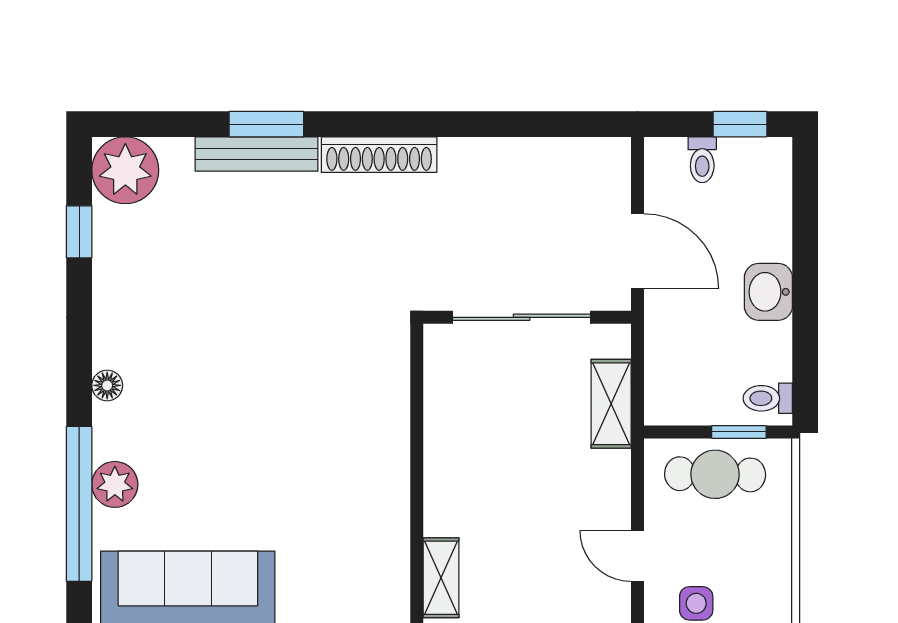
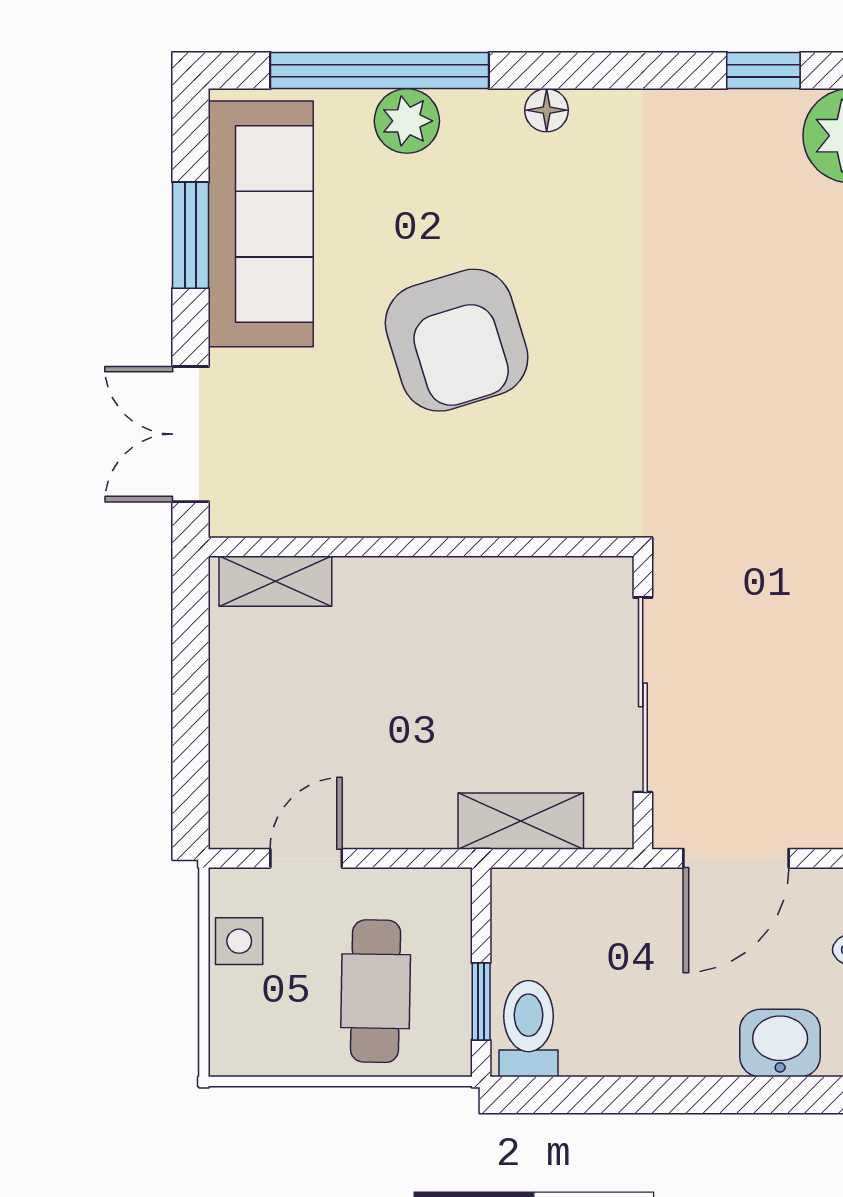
washbasin: (768, 292) -> (780, 1043), moved
toilet: (768, 398) -> (529, 1029), width x1.37, depth x1.39
armchair: (270, 449) -> (457, 340), added
cafe table: (715, 474) -> (376, 991), moved

